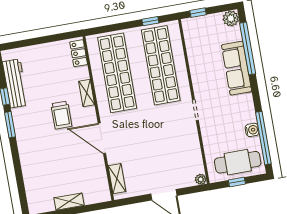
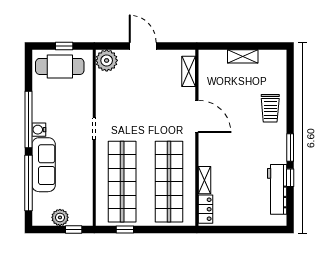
plant: (231, 18) -> (60, 217), moved
shelving: (87, 93) -> (205, 180), moved
trolley: (61, 115) -> (270, 108), moved, turned 180
water cooler: (252, 130) -> (39, 130), moved
window: (263, 138) -> (28, 120), moved
plant: (201, 179) -> (107, 60), width x1.87, depth x1.87

